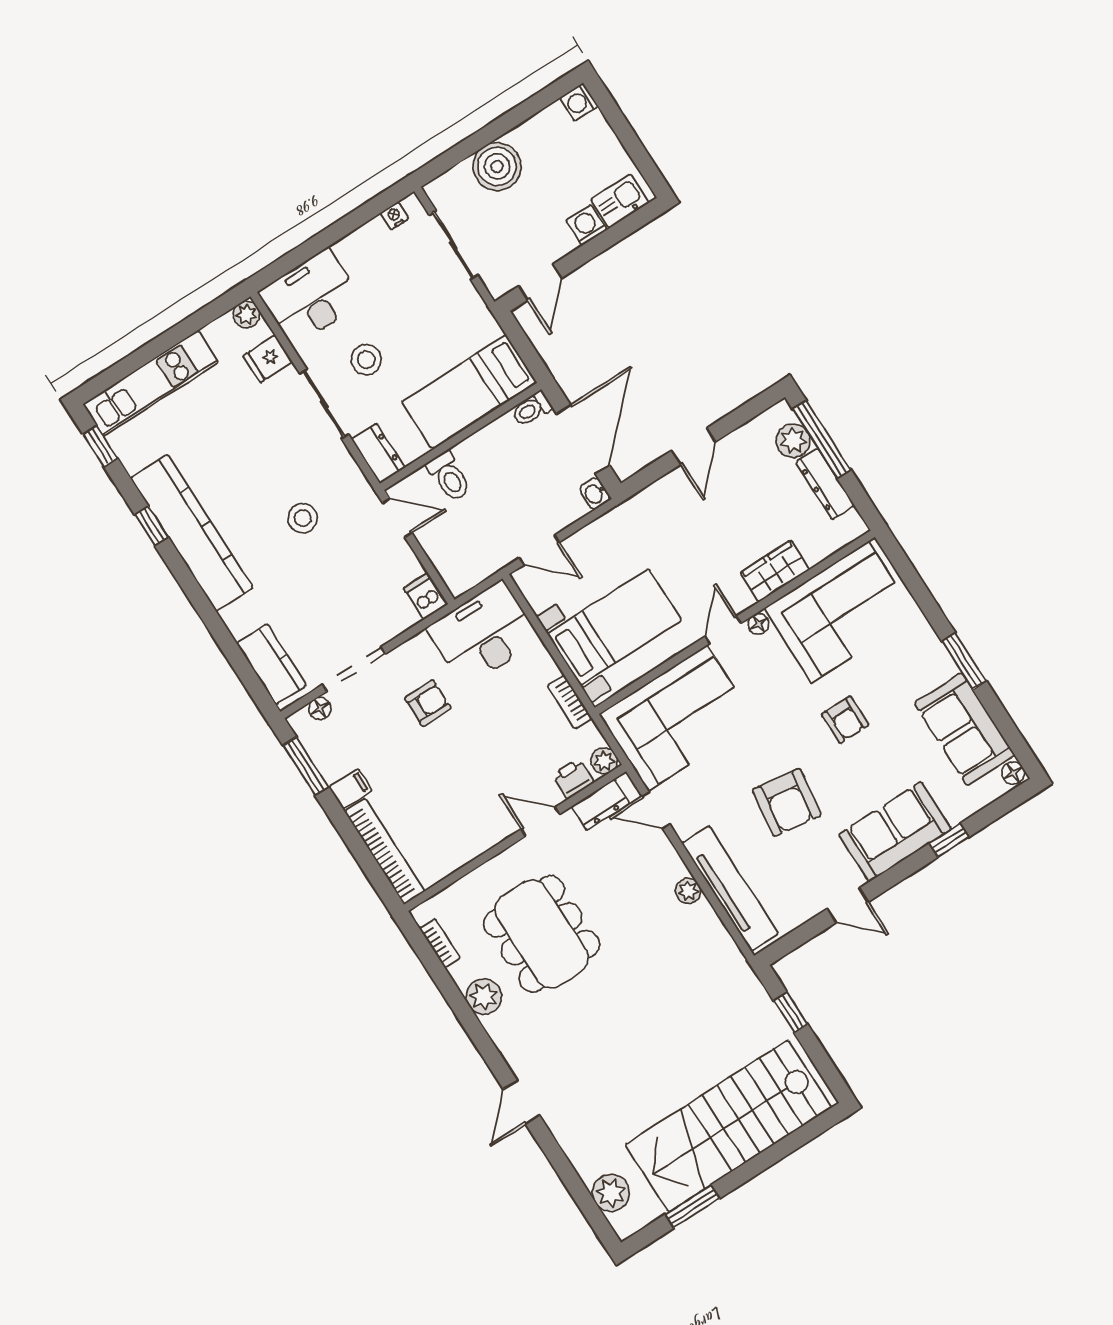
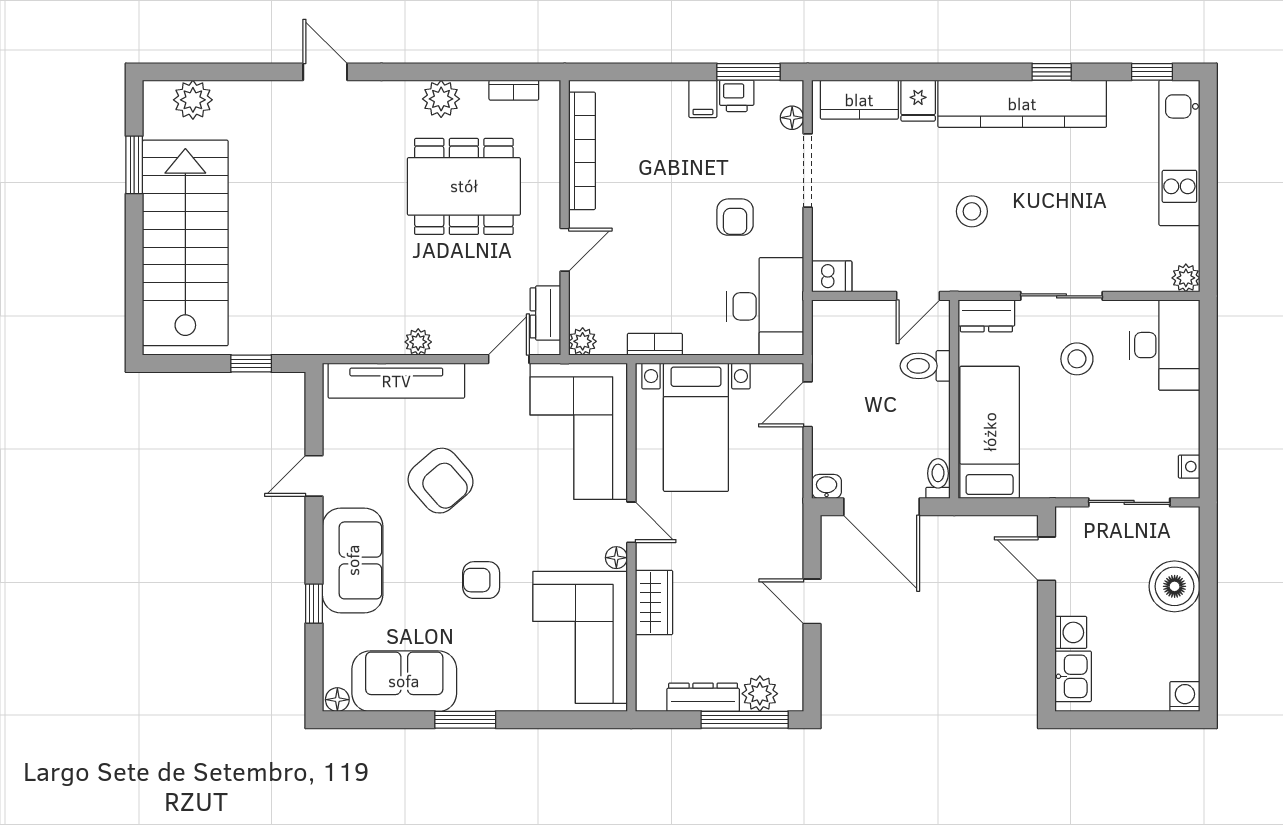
fridge: (268, 359) -> (918, 101), moved, turned 180
printer: (573, 779) -> (737, 96), moved, turned 90
armchair: (787, 803) -> (441, 481), turned -139
bookcase: (385, 851) -> (582, 151), moved, turned -90

